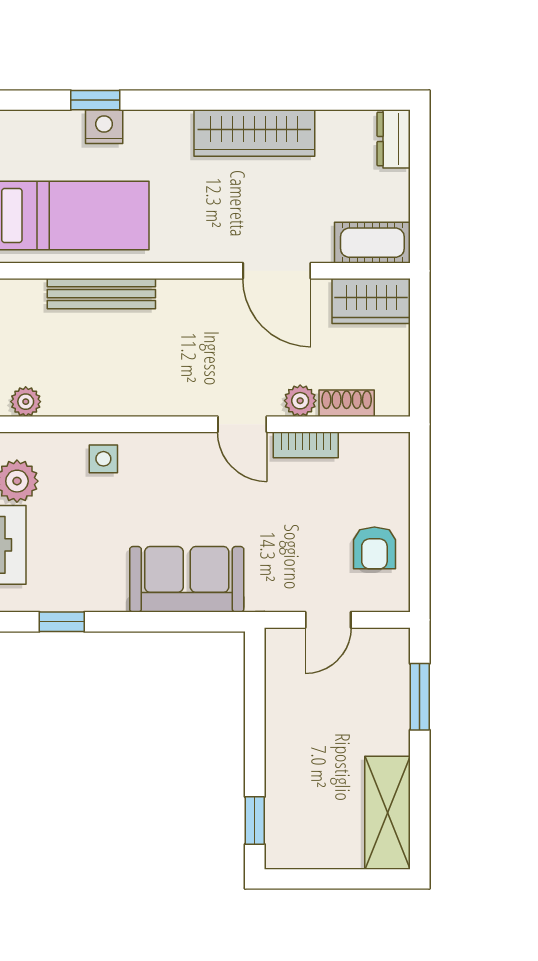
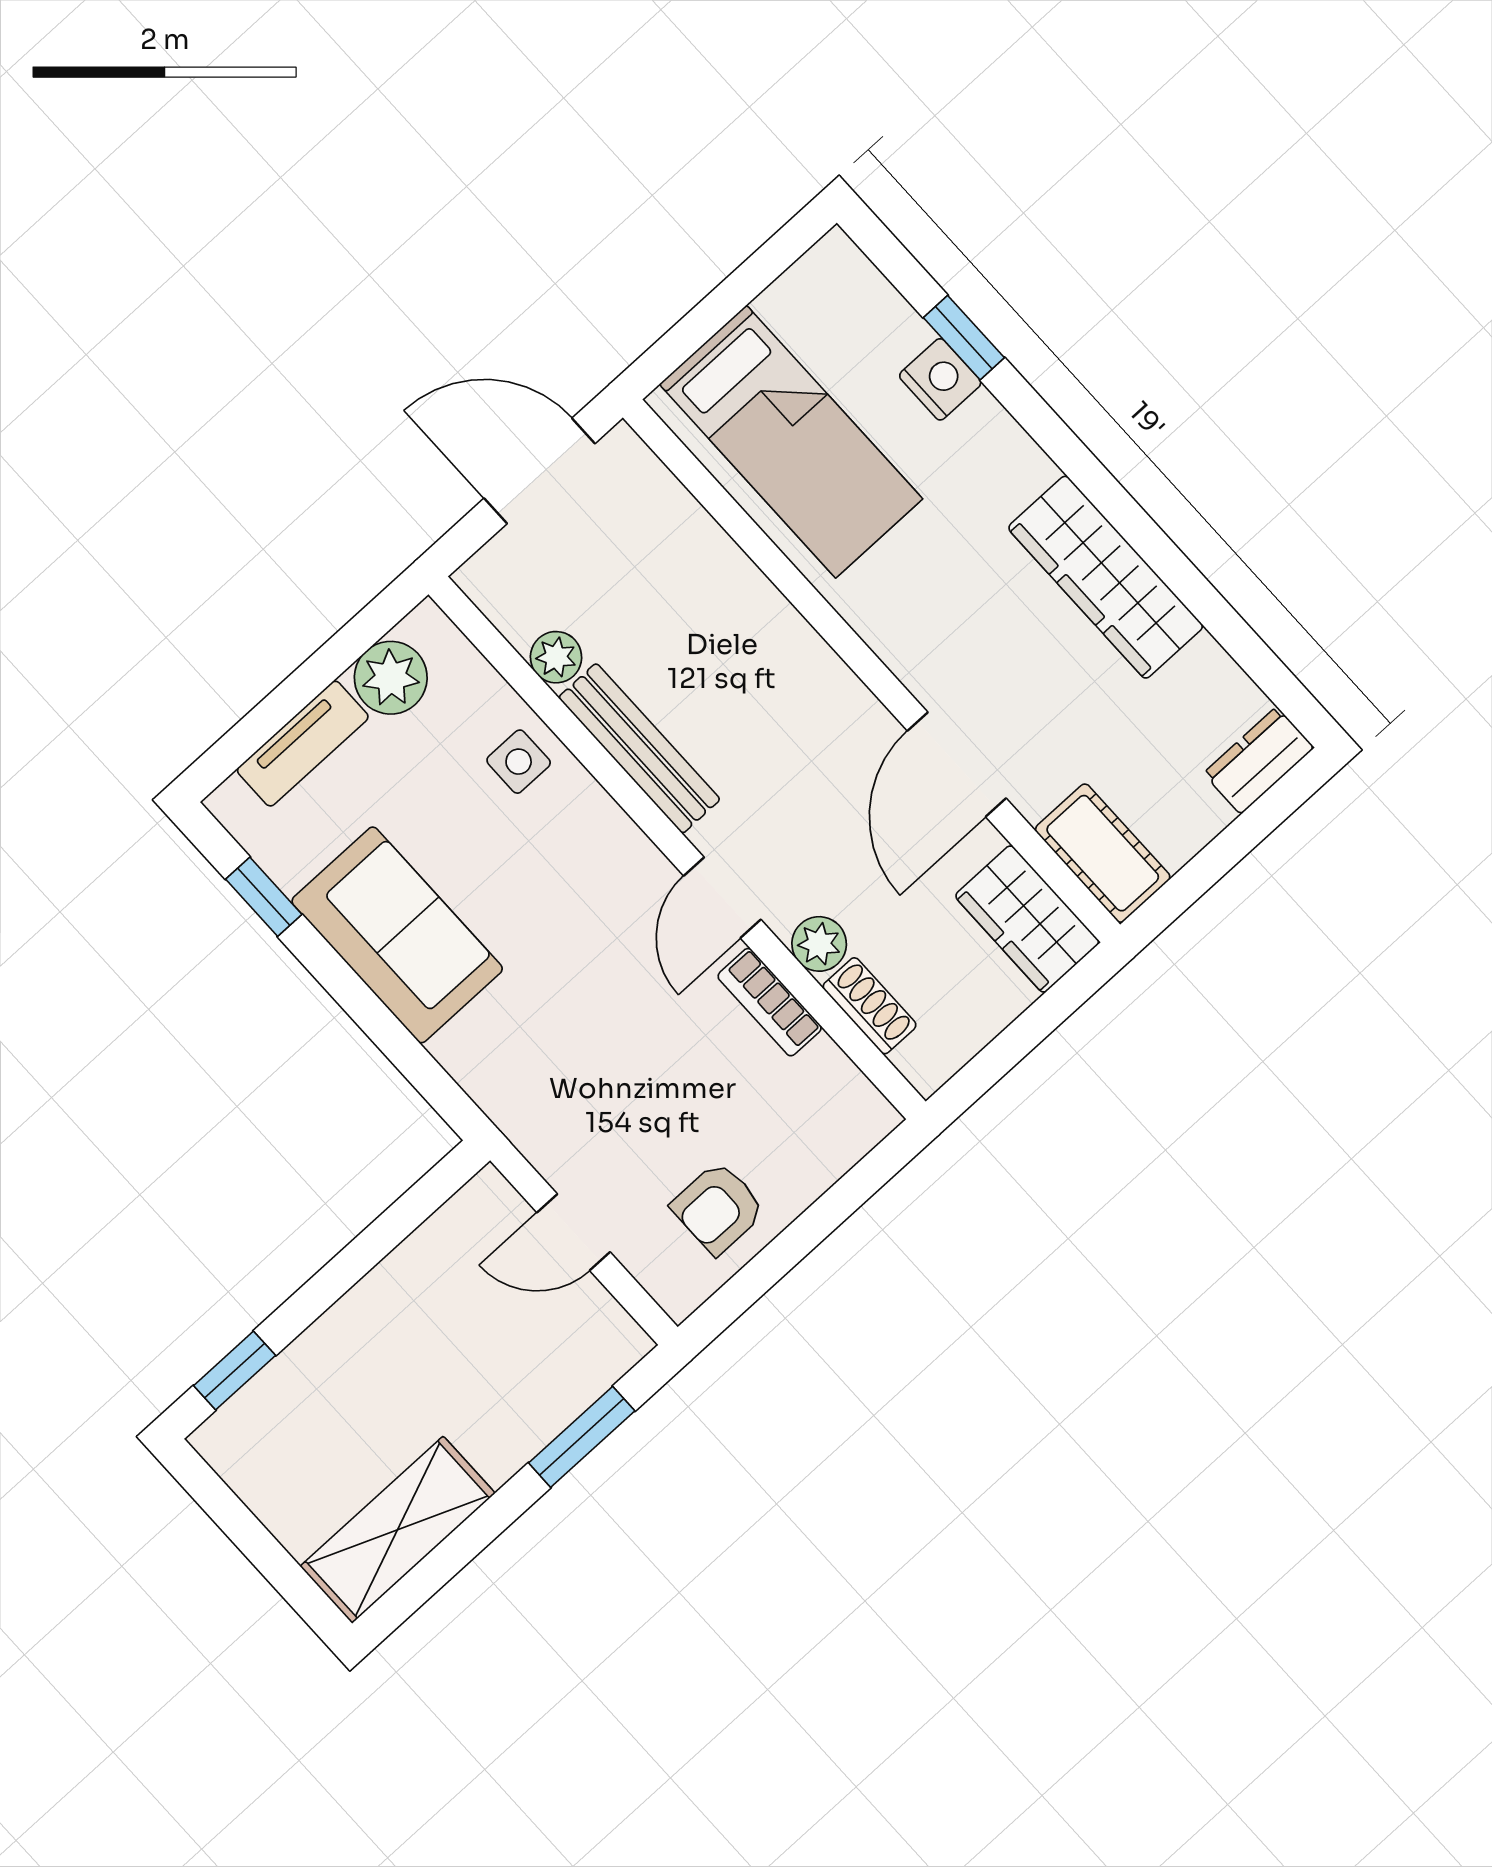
bench: (101, 294) -> (639, 748), moved
plant: (26, 402) -> (556, 657), moved
sofa: (187, 579) -> (397, 935), moved

